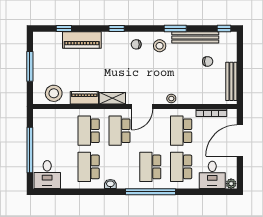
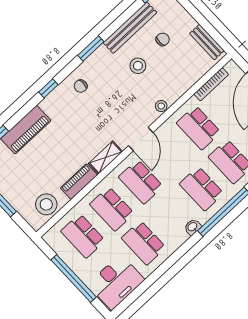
window: (175, 29) -> (91, 49), moved
stool: (160, 46) -> (138, 66), moved
bench: (231, 81) -> (207, 42), width x0.73
school desk: (58, 131) -> (83, 236), added
desk: (47, 175) -> (116, 282), width x1.37
washbasin: (110, 184) -> (193, 227), moved

